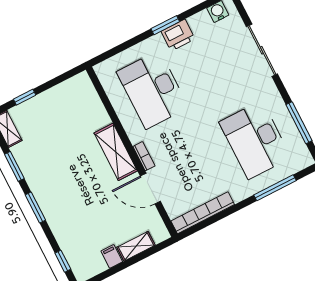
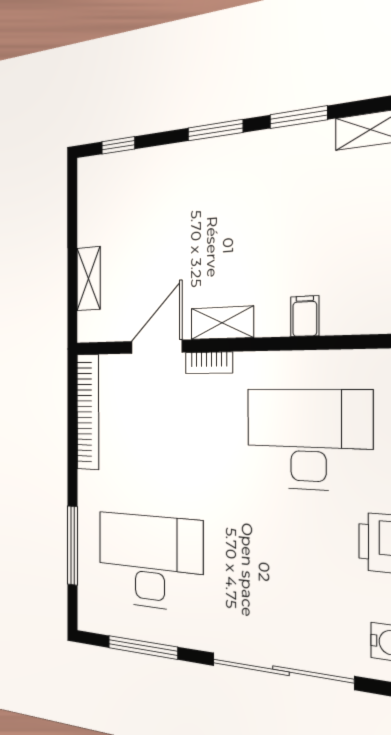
sliding door: (262, 50) -> (281, 671), width x1.36
shelving: (116, 152) -> (222, 323), width x0.67, depth x0.75
filing cabinet: (112, 256) -> (305, 316), moved, turned -90

